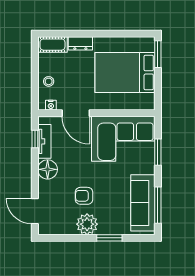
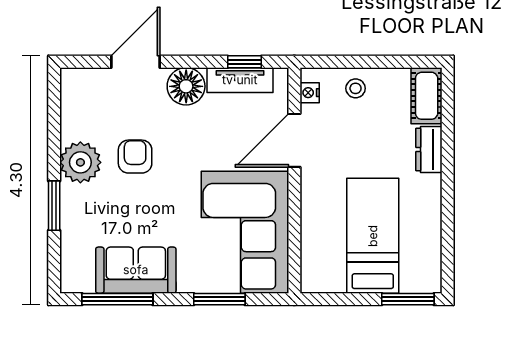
bed: (125, 72) -> (373, 236), width x0.67
sofa: (143, 203) -> (136, 270), width x0.73
door: (35, 211) -> (135, 62), moved

